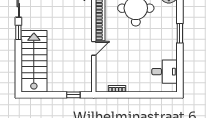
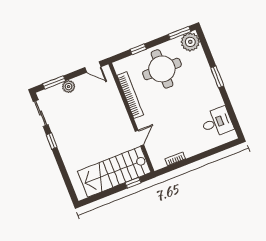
door: (94, 48) -> (139, 138), moved
stairs: (34, 61) -> (114, 172), moved, turned -90

